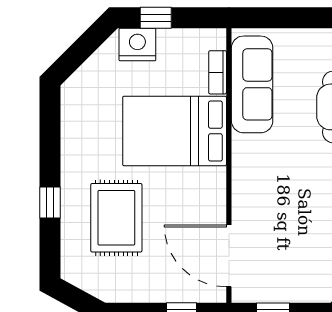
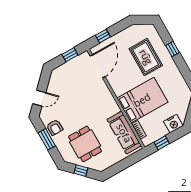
window: (156, 18) -> (162, 143), moved
door: (229, 256) -> (98, 66), hinge flipped

